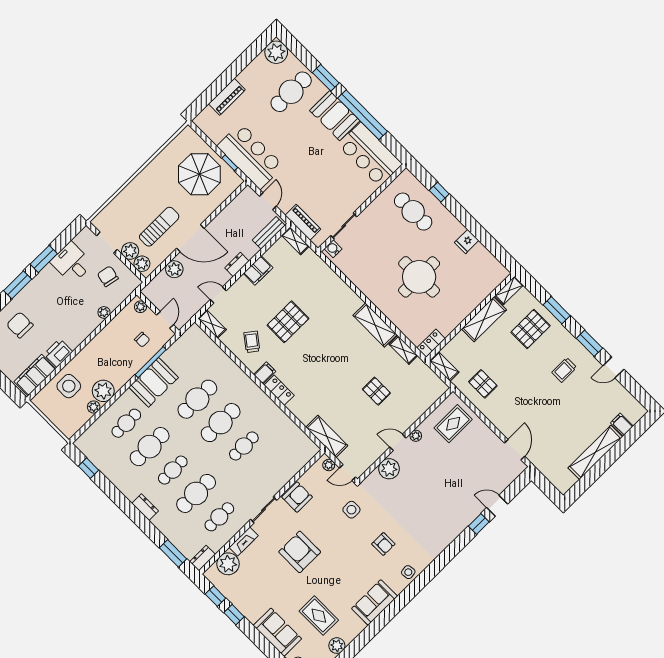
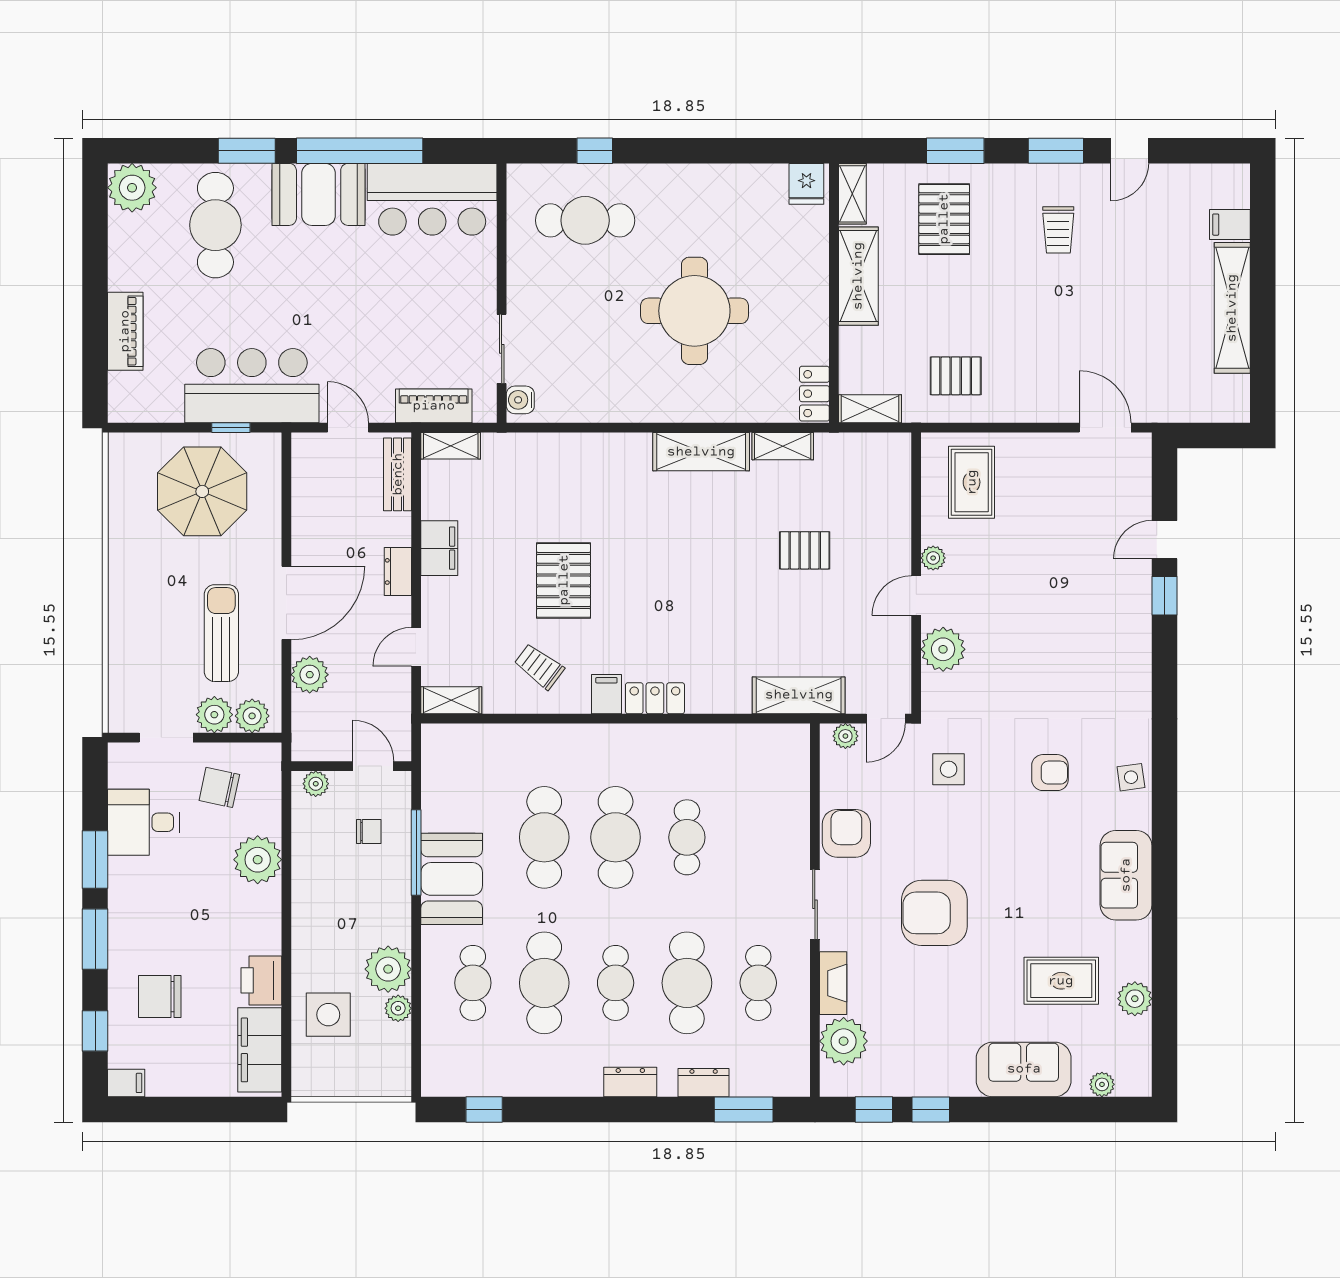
fridge: (467, 241) -> (806, 184), moved
plant: (104, 312) -> (258, 860), width x1.88, depth x1.88
dresser: (203, 558) -> (704, 1083), moved, turned 90

